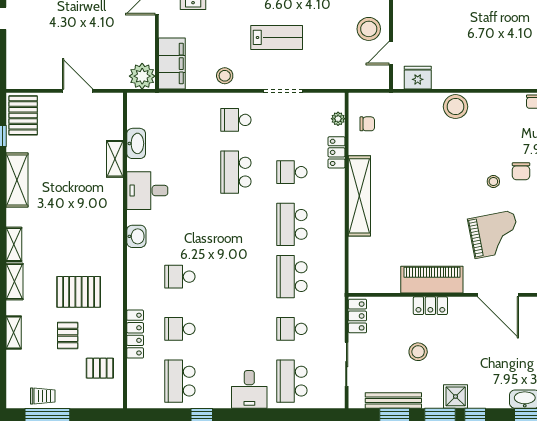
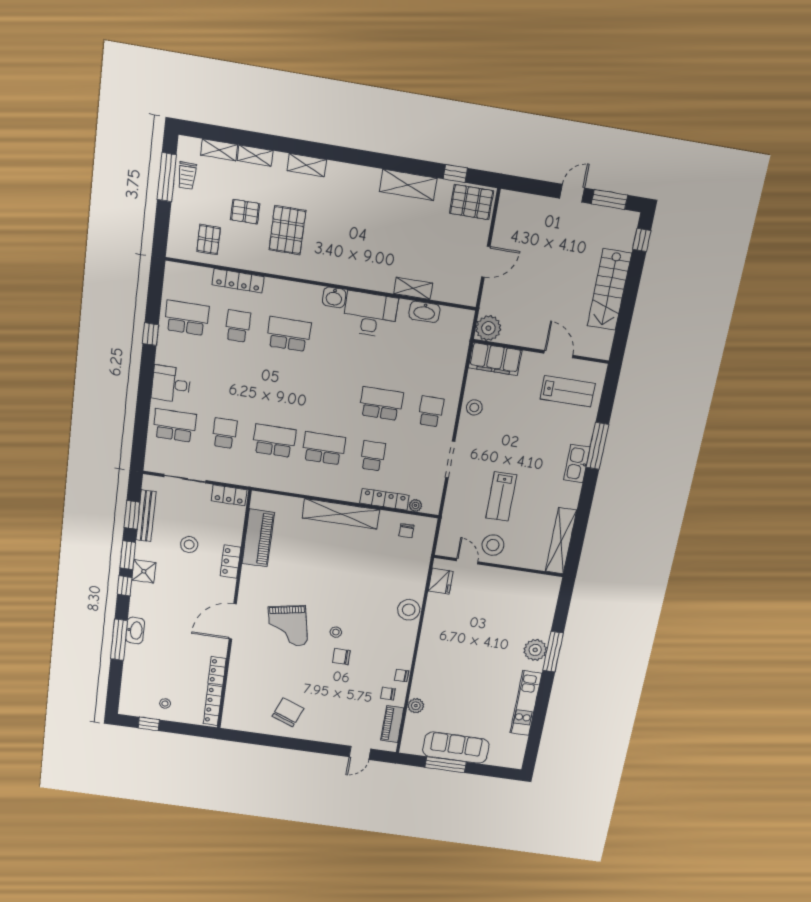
lab bench: (277, 37) -> (501, 496), moved
locker: (337, 152) -> (385, 499), width x1.53
desk: (147, 191) -> (370, 314), width x1.37
shelving: (14, 244) -> (219, 150), moved
school desk: (180, 277) -> (289, 334), width x1.85
piano: (432, 280) -> (258, 538), moved

